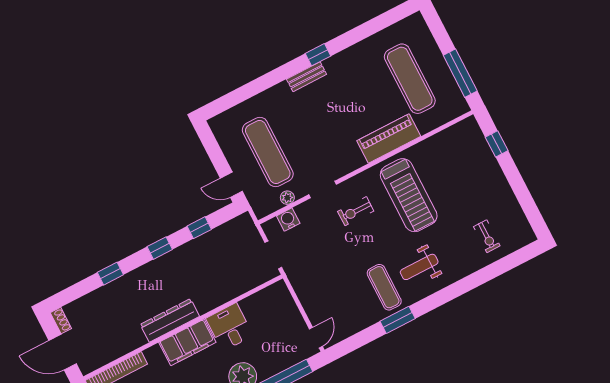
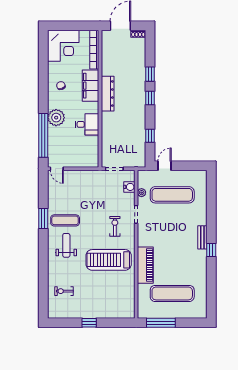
window: (497, 144) -> (89, 323), moved
window: (160, 248) -> (150, 98), moved
filing cabinet: (187, 342) -> (91, 86), moved

